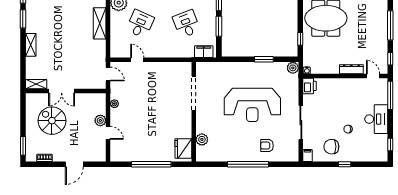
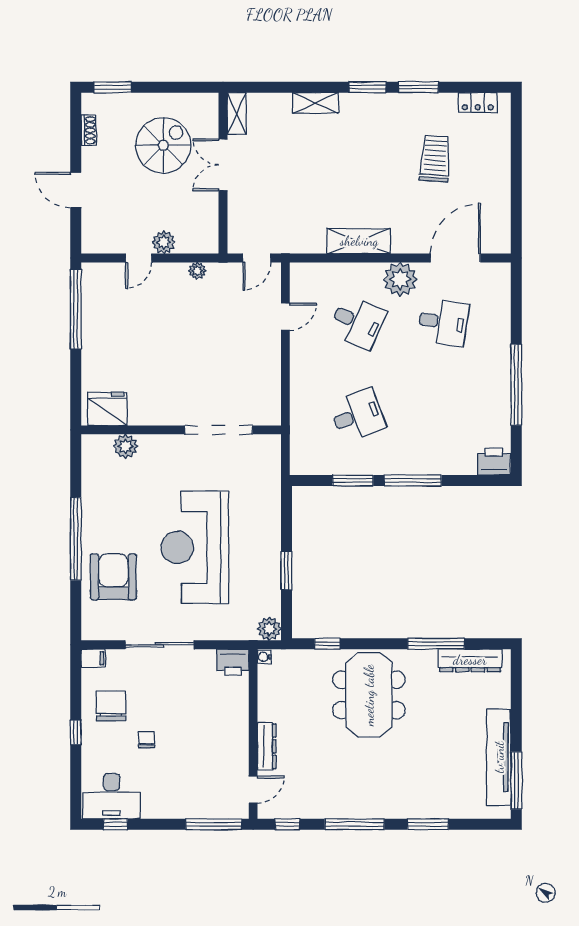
filing cabinet: (204, 52) -> (302, 450), removed
desk: (376, 119) -> (112, 796), moved
armchair: (267, 146) -> (113, 577), width x1.88, depth x1.88
window: (151, 164) -> (76, 309), moved

